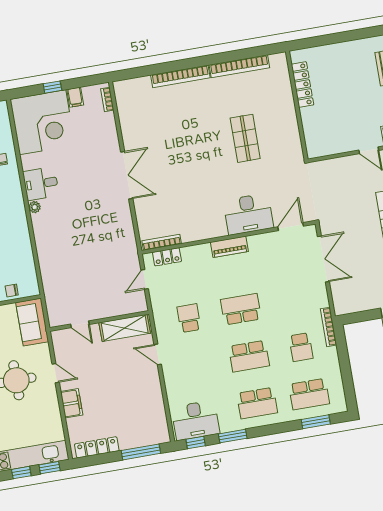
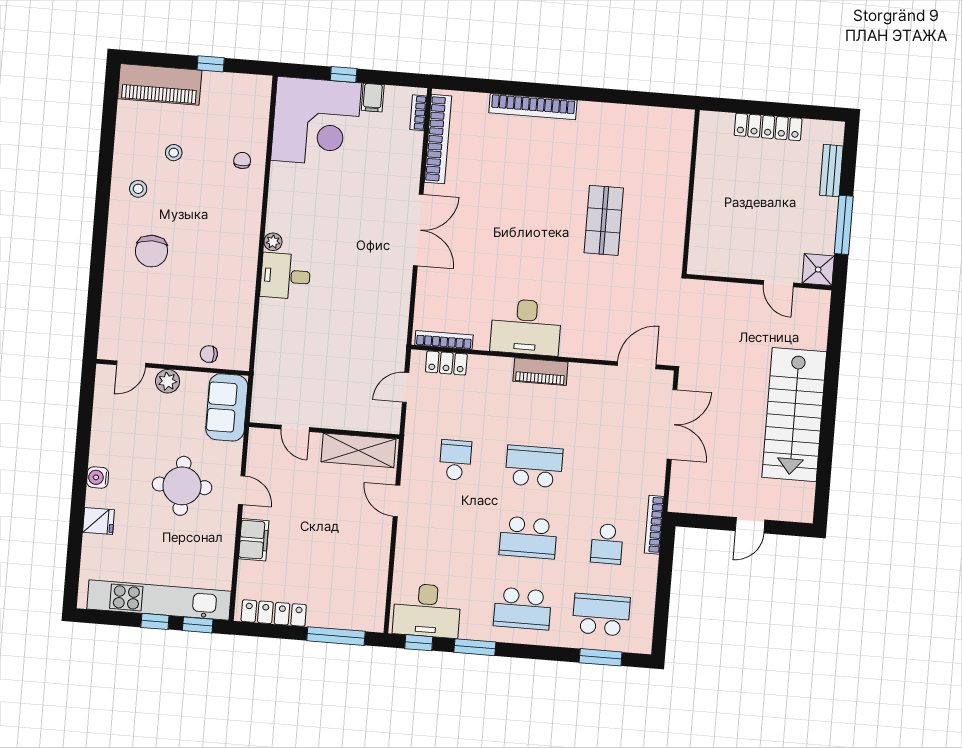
bookcase: (239, 66) -> (438, 139), moved, turned -90
locker: (302, 85) -> (768, 127), moved, turned 90
desk: (41, 184) -> (285, 276), moved
desk: (248, 214) -> (526, 327), moved
school desk: (309, 394) -> (601, 615), turned 180

